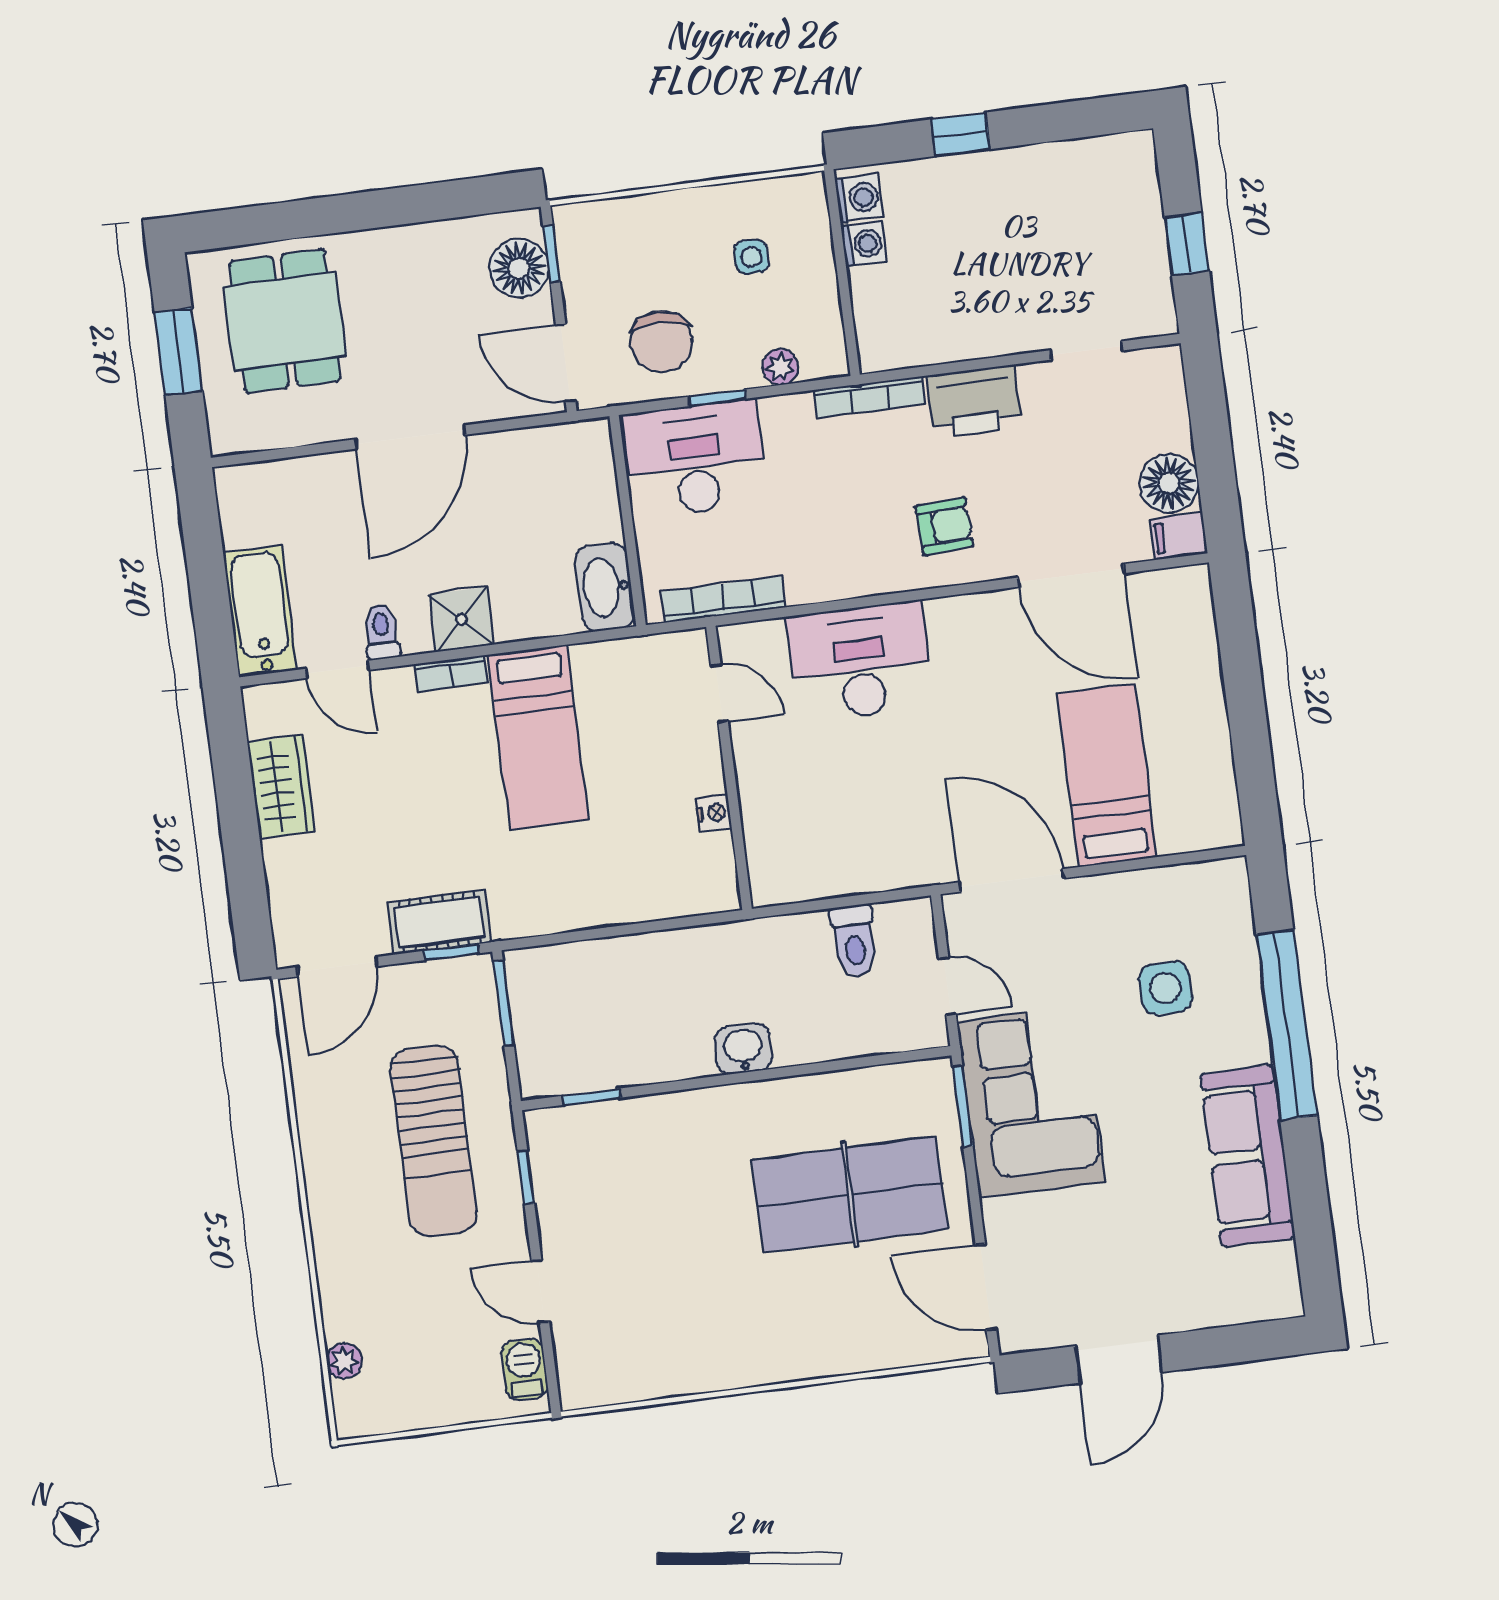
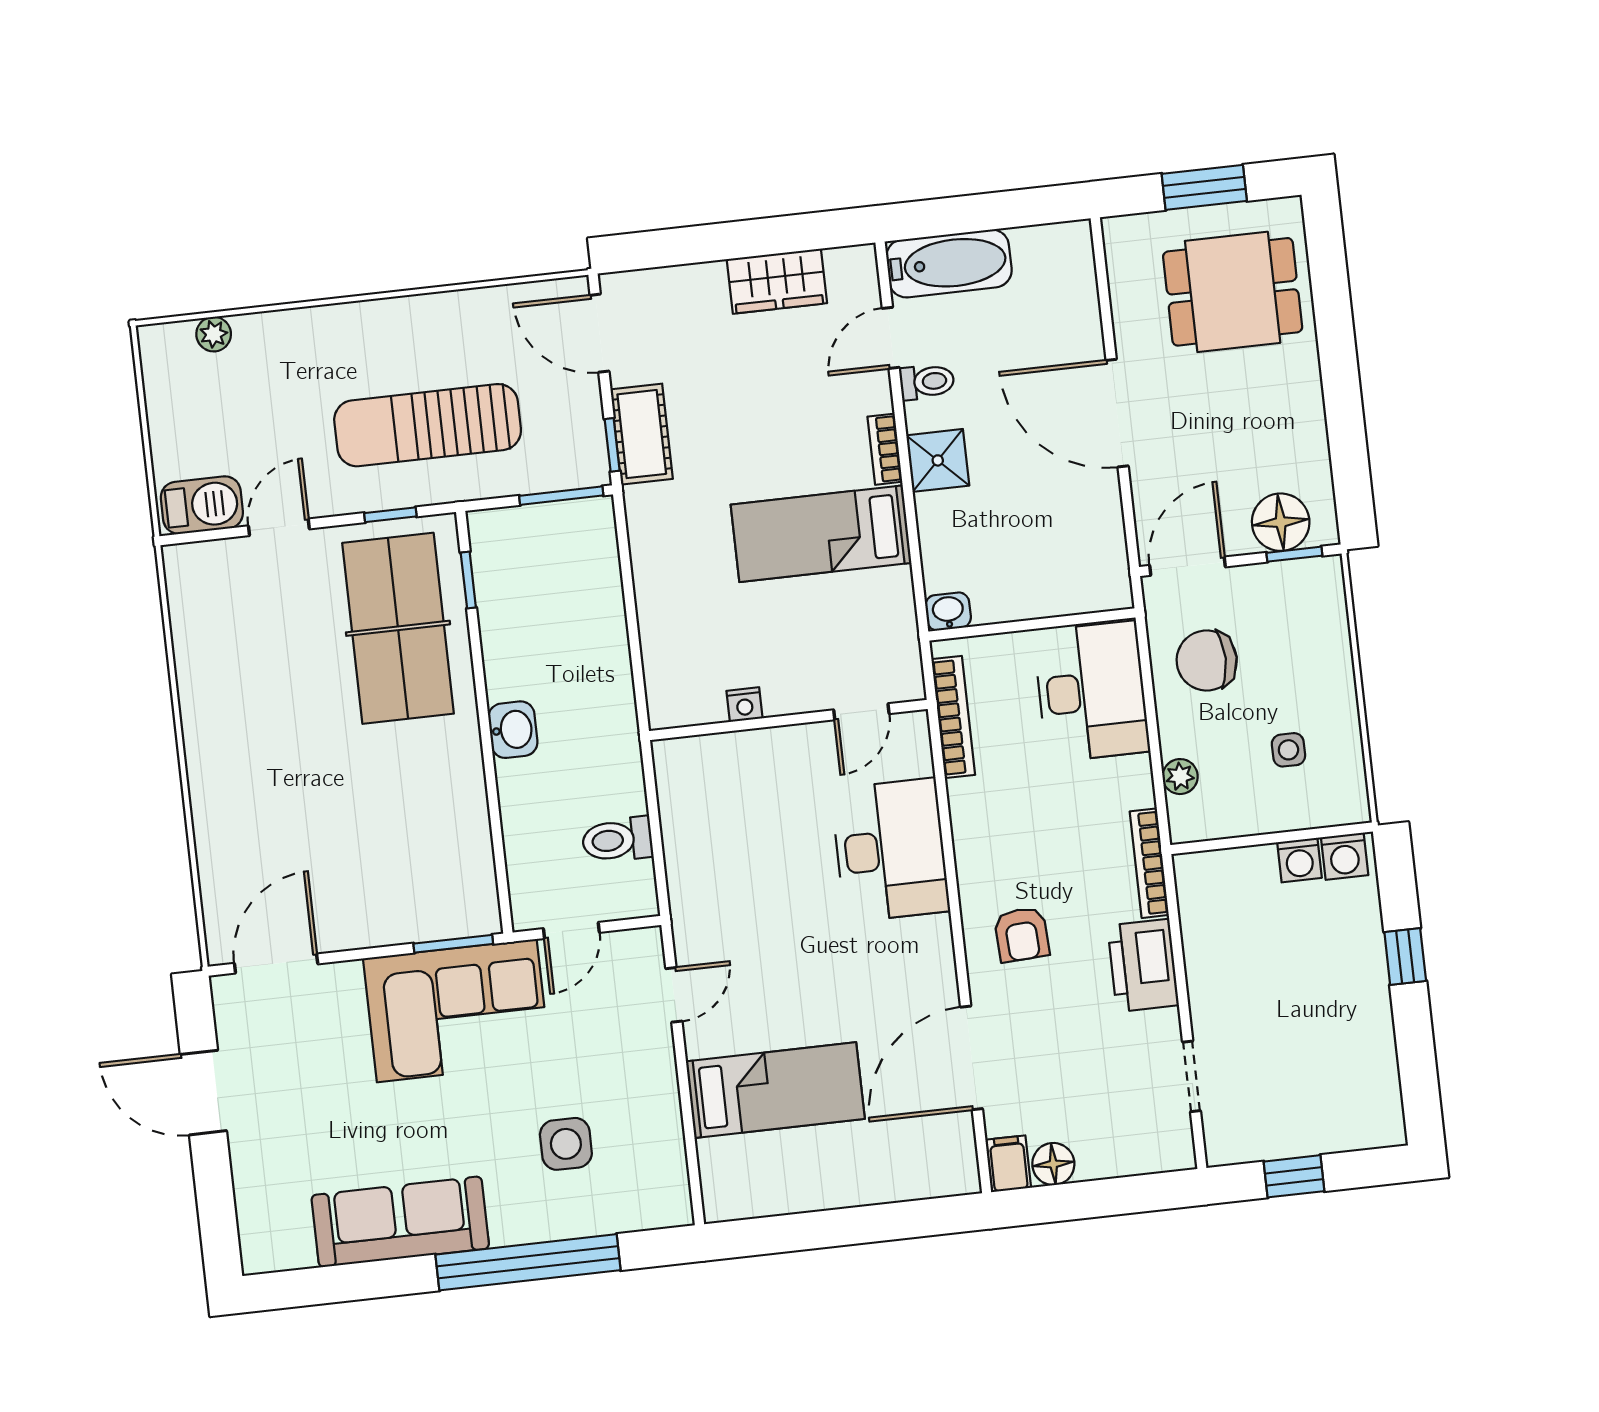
window: (718, 398) -> (1151, 715), removed
floor lamp: (1169, 483) -> (1053, 1164), width x0.73, depth x0.73
washbasin: (605, 587) -> (948, 611), width x0.52, depth x0.69
door: (1011, 880) -> (674, 995), width x0.53
table tennis table: (850, 1195) -> (398, 628), moved
barbecue: (525, 1369) -> (202, 505), width x1.38, depth x1.27

